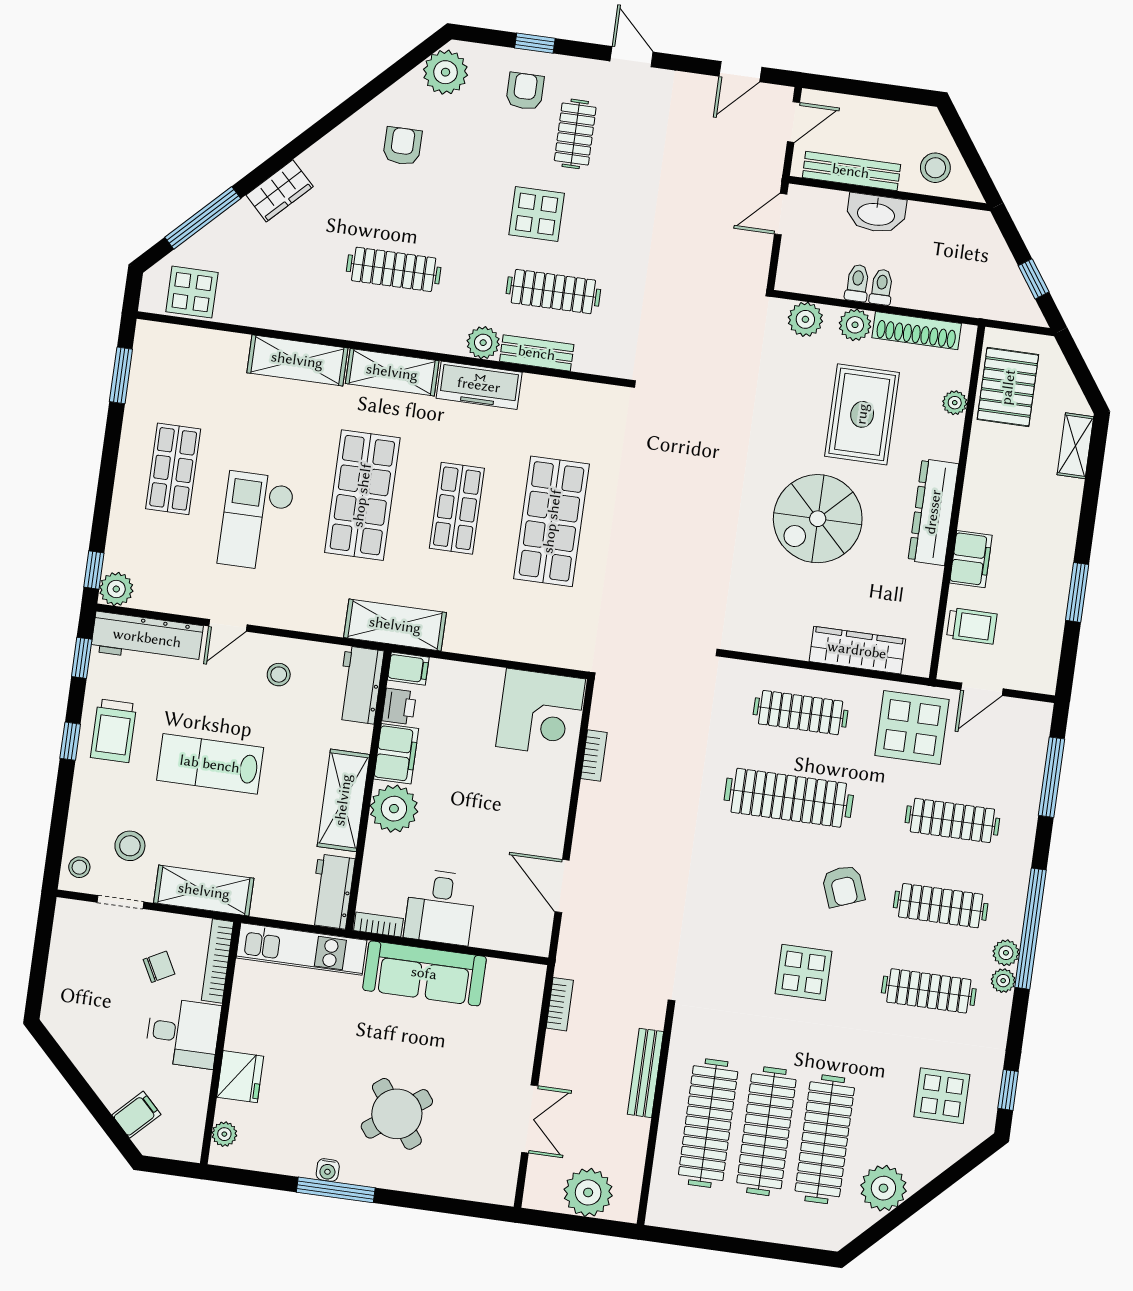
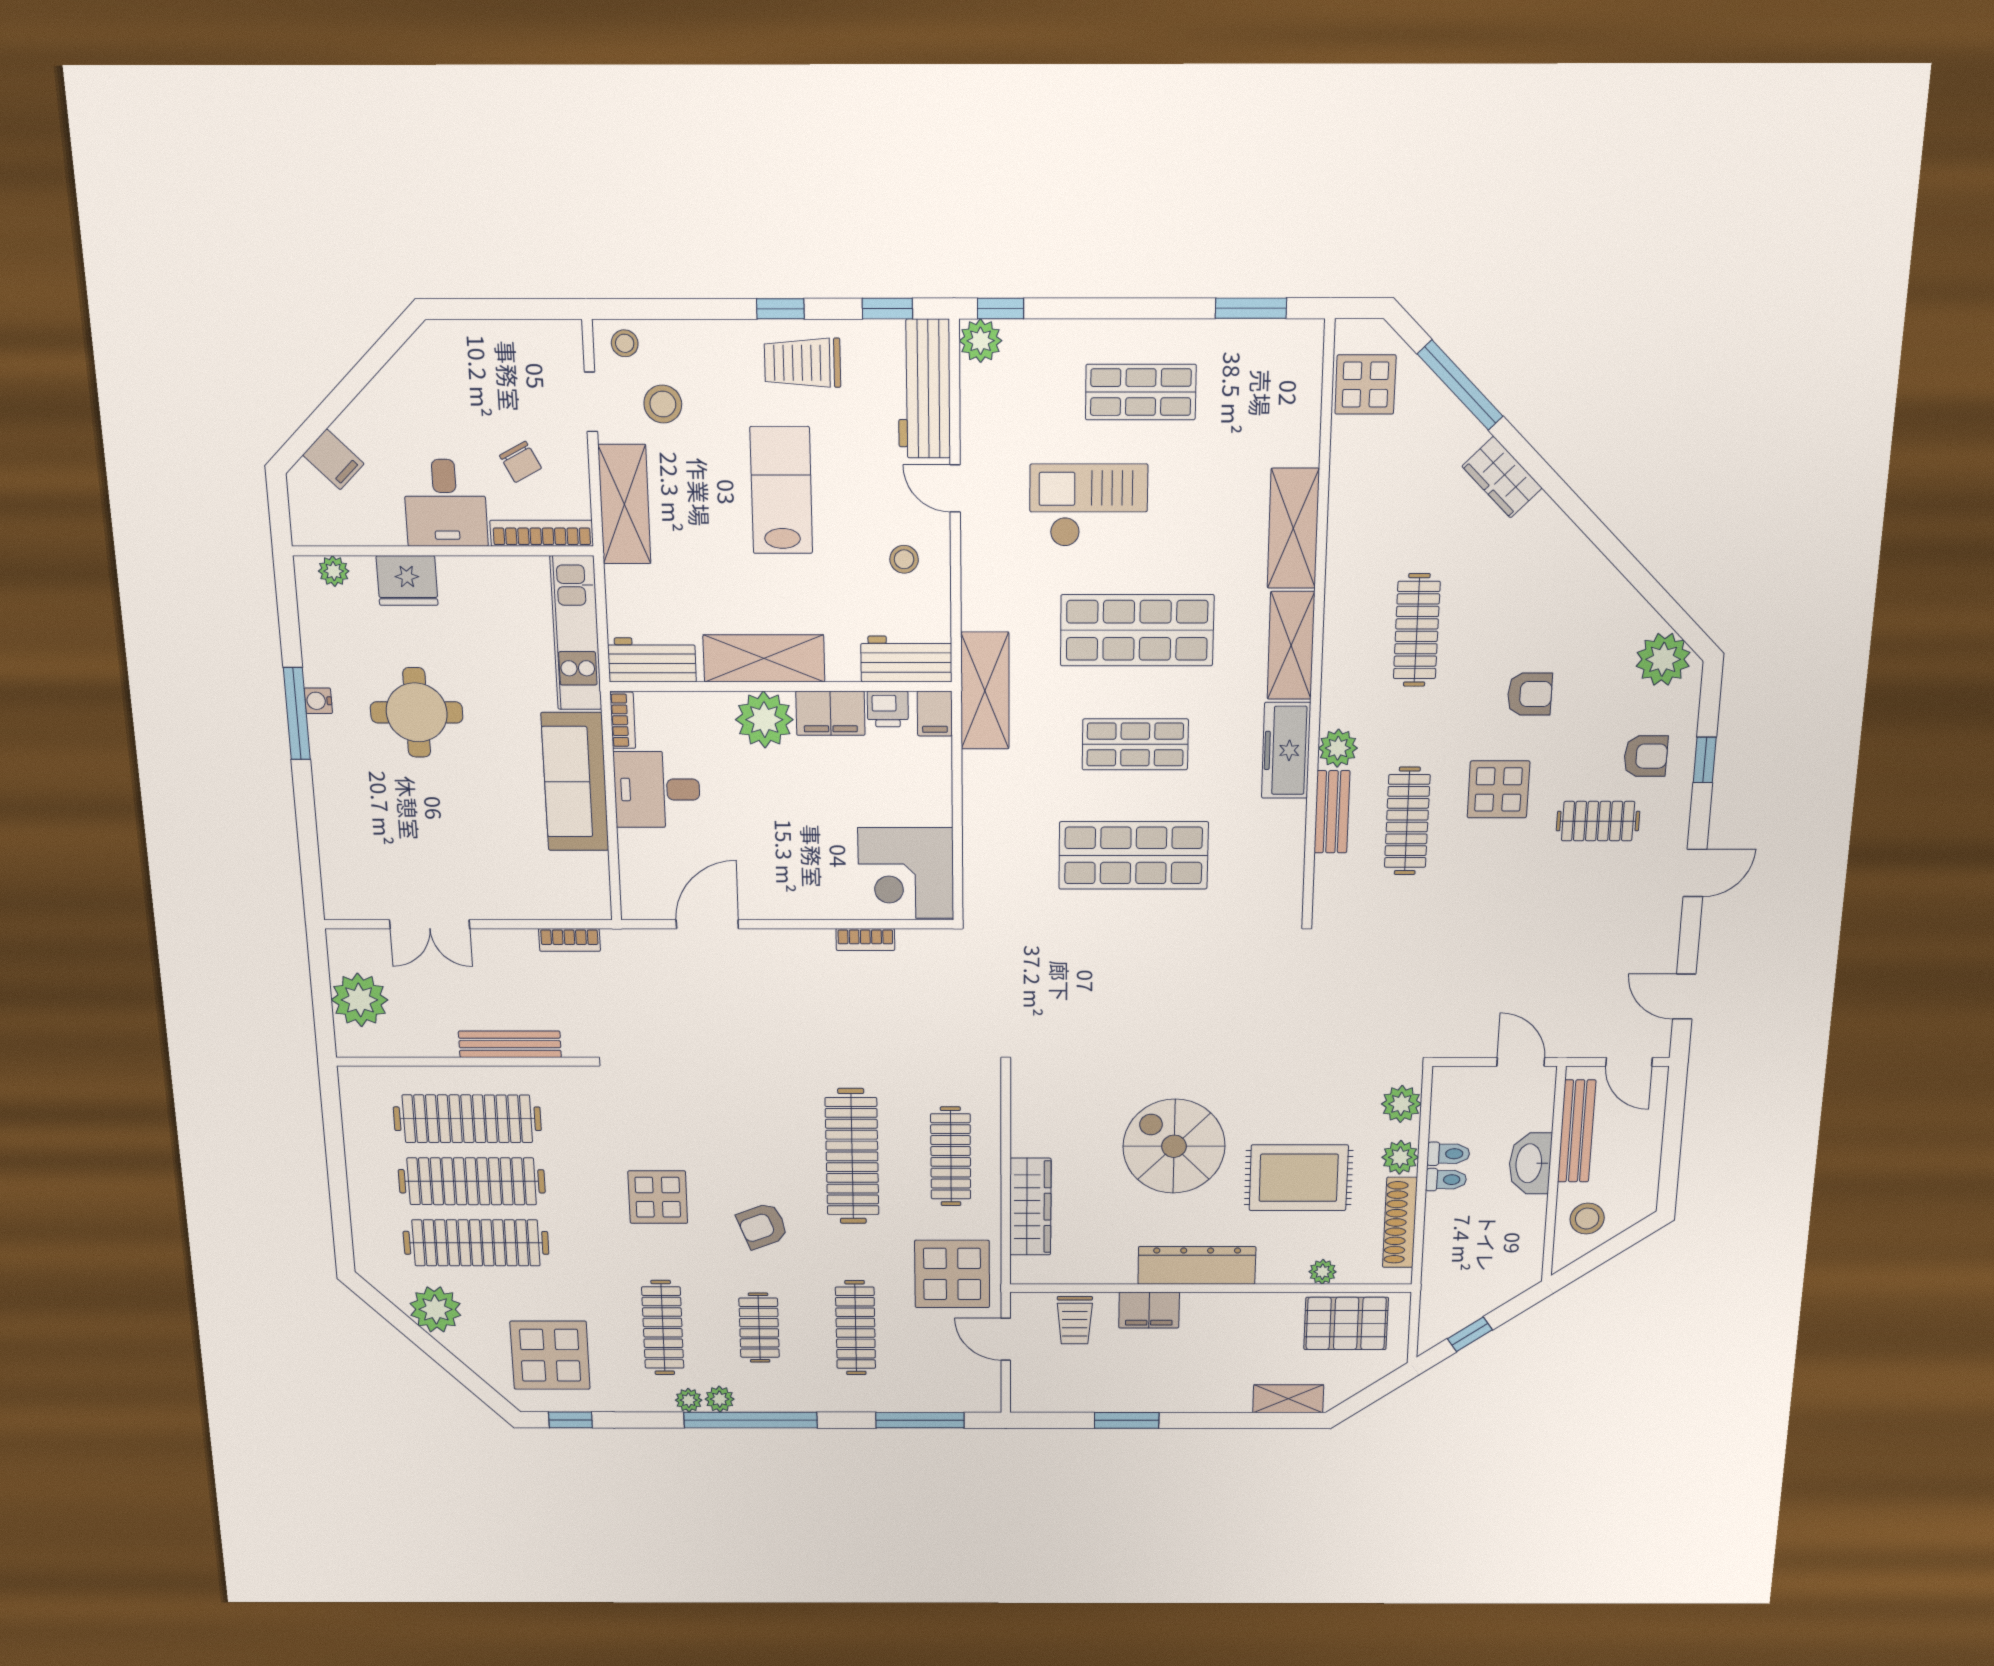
armchair: (402, 146) -> (1530, 694), moved
clothes rail: (941, 906) -> (759, 1328), width x0.73
display table: (942, 1096) -> (550, 1355), width x1.36, depth x1.36
round table: (397, 1114) -> (417, 712), moved, turned 37

